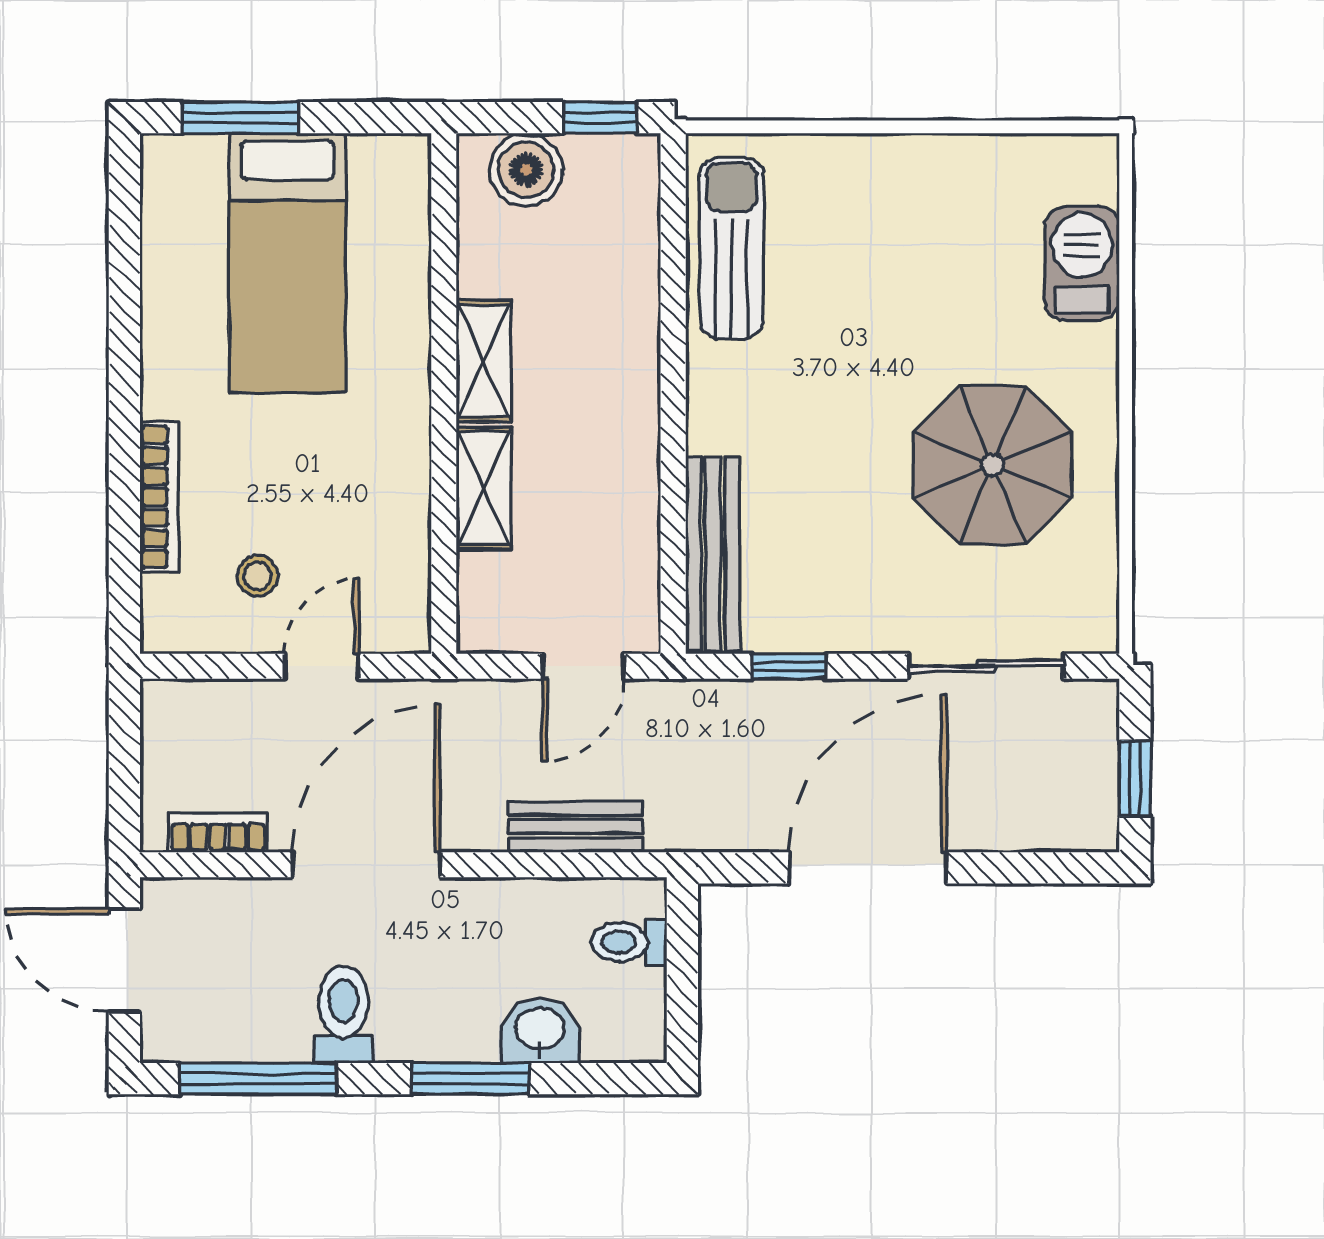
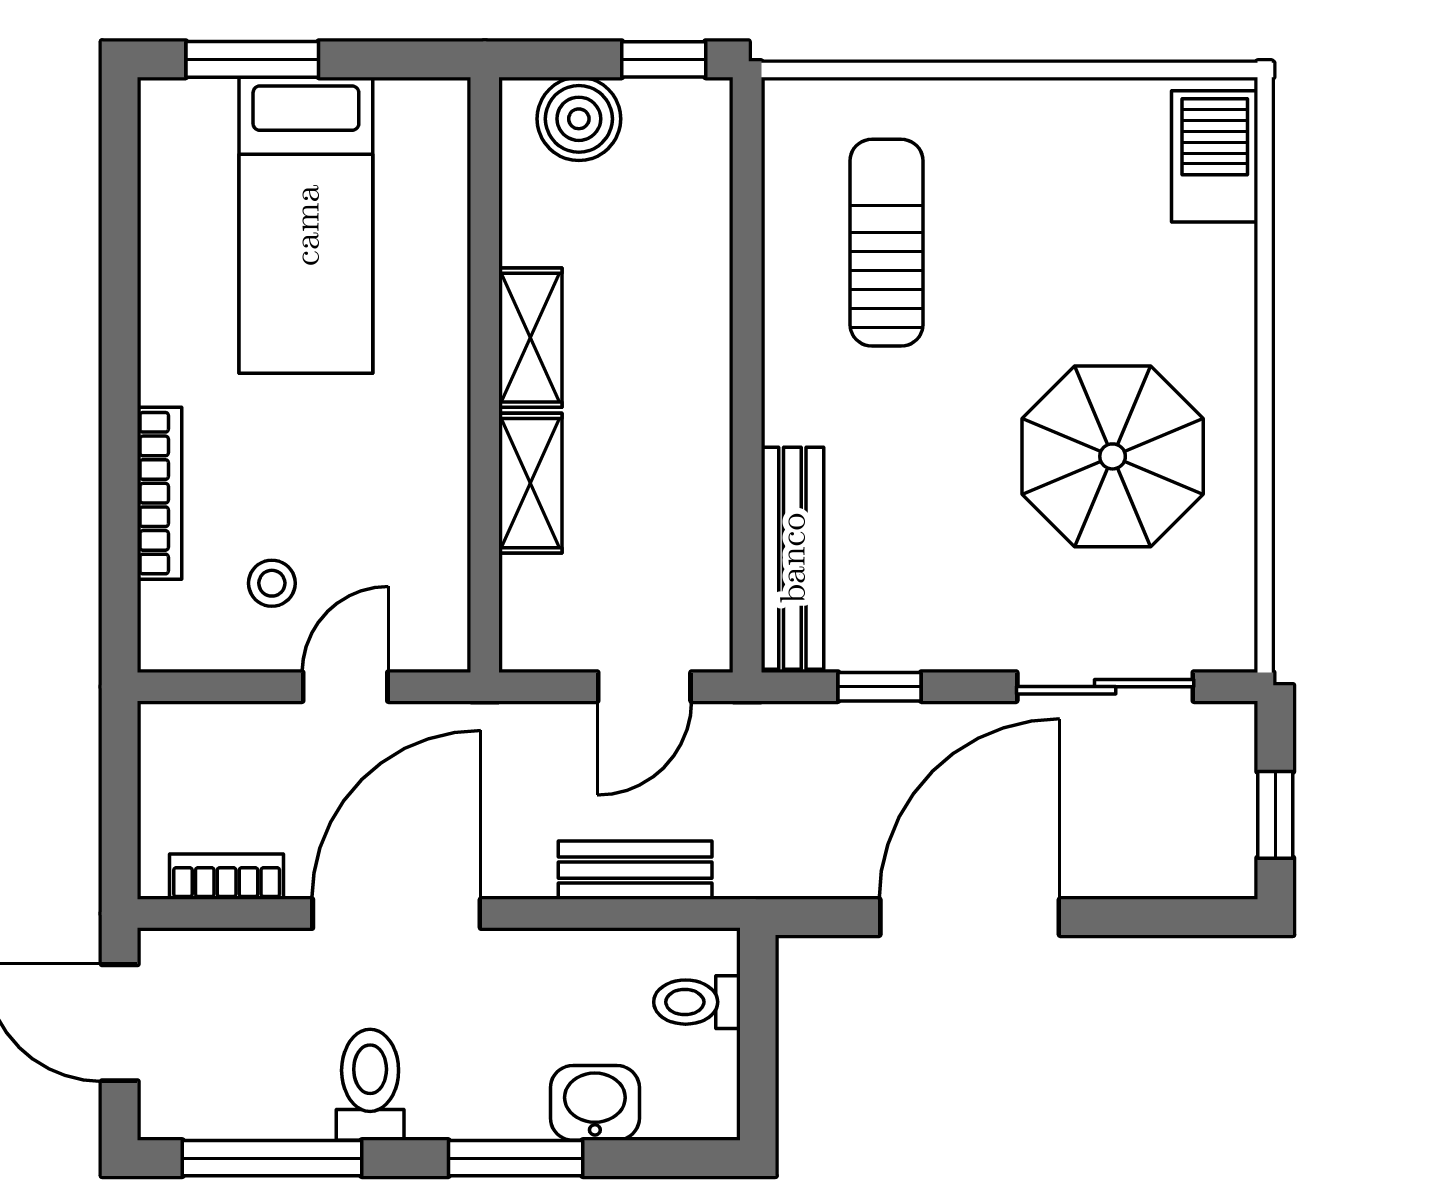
sun lounger: (732, 248) -> (887, 243), moved
barbecue: (1082, 263) -> (1215, 156), moved

